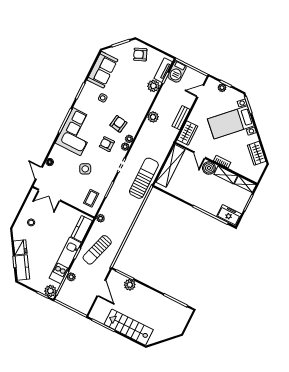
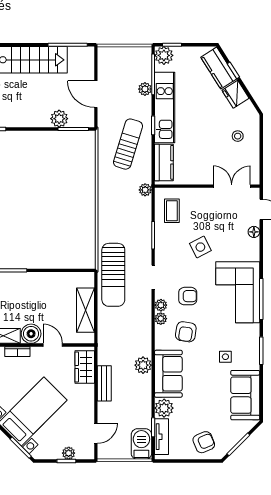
sofa: (141, 105) -> (168, 374), added
shelving: (170, 166) -> (85, 310), width x0.68

